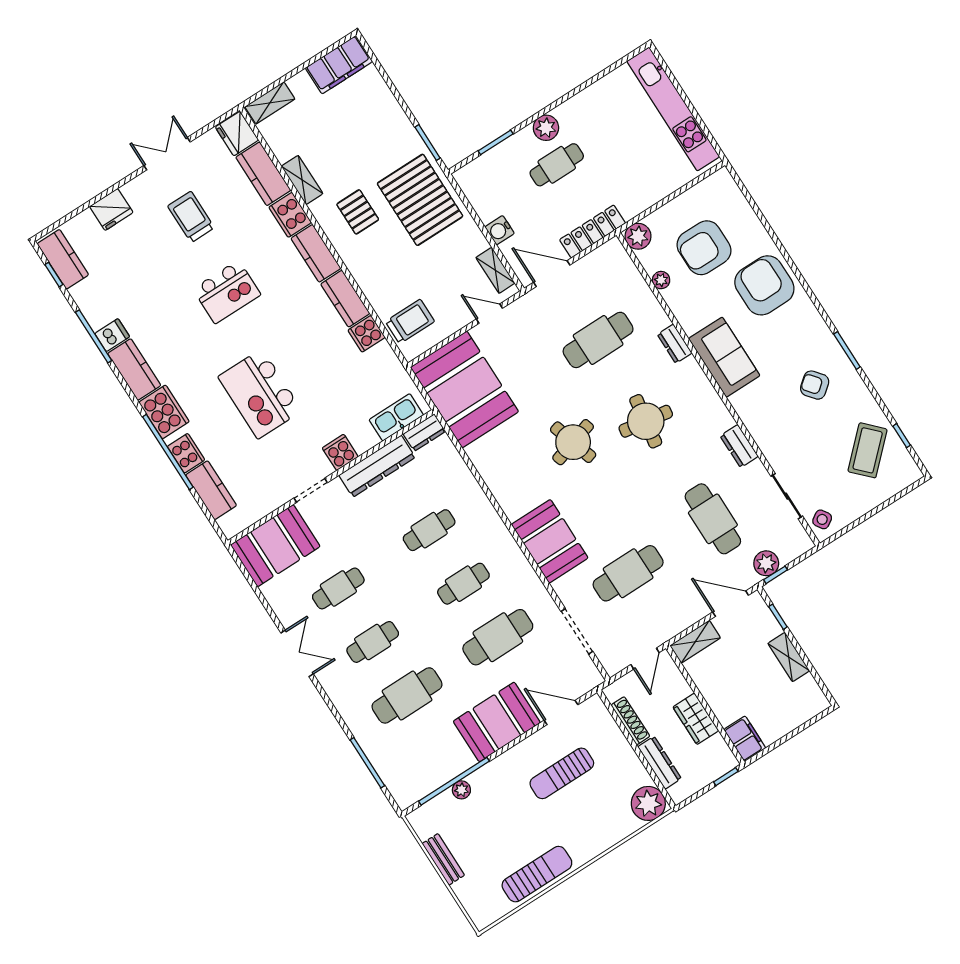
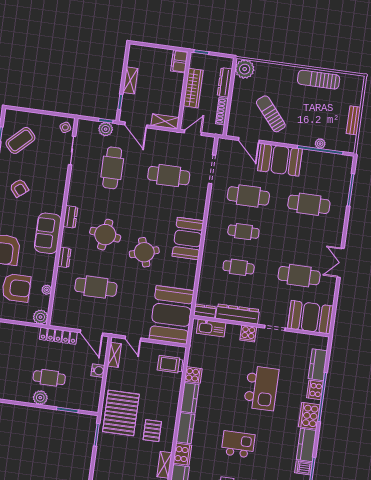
dresser: (739, 446) -> (70, 217), moved
booth: (550, 541) -> (188, 238), moved
cafe table: (338, 588) -> (299, 276), width x1.37, depth x1.35
cafe table: (373, 642) -> (304, 240), removed
wardrobe: (696, 719) -> (193, 88), width x1.50
sun lounger: (562, 773) -> (271, 114), turned -130

